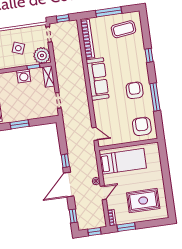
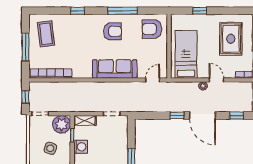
sofa: (97, 79) -> (115, 69), moved
armchair: (135, 90) -> (113, 31), turned 180
window: (165, 168) -> (200, 11), added

